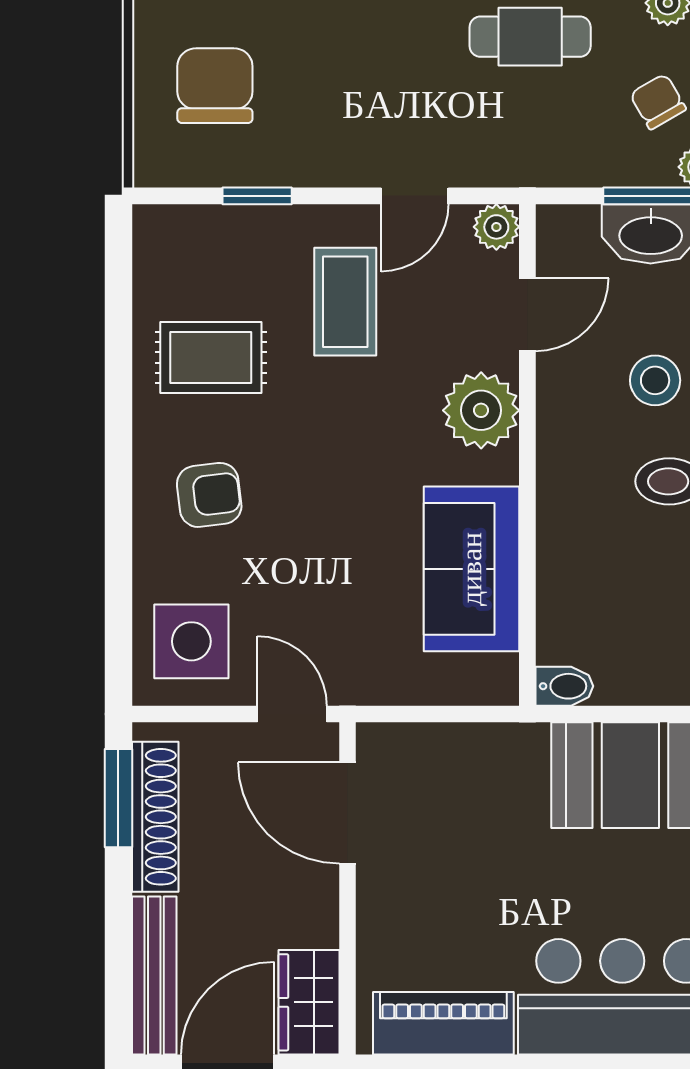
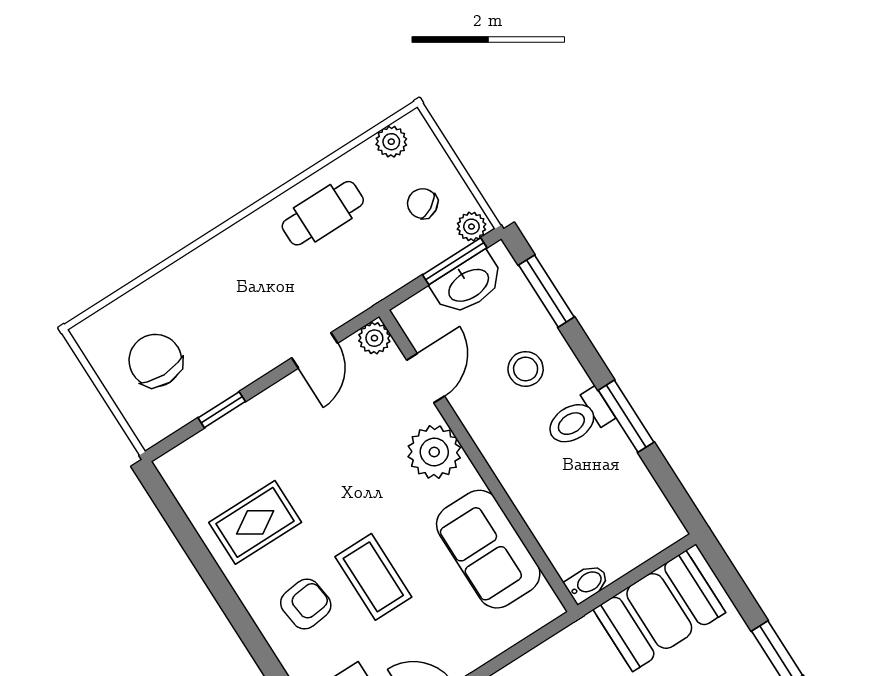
coffee table: (345, 302) -> (373, 577), moved

